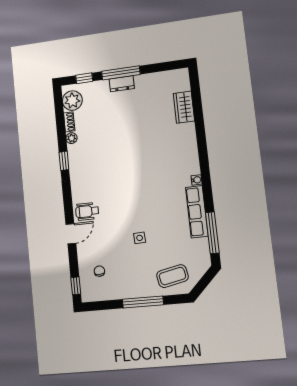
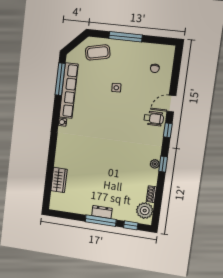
plant: (72, 138) -> (155, 164), moved
row of seats: (197, 212) -> (69, 91), width x1.36
window: (76, 286) -> (168, 130), moved

